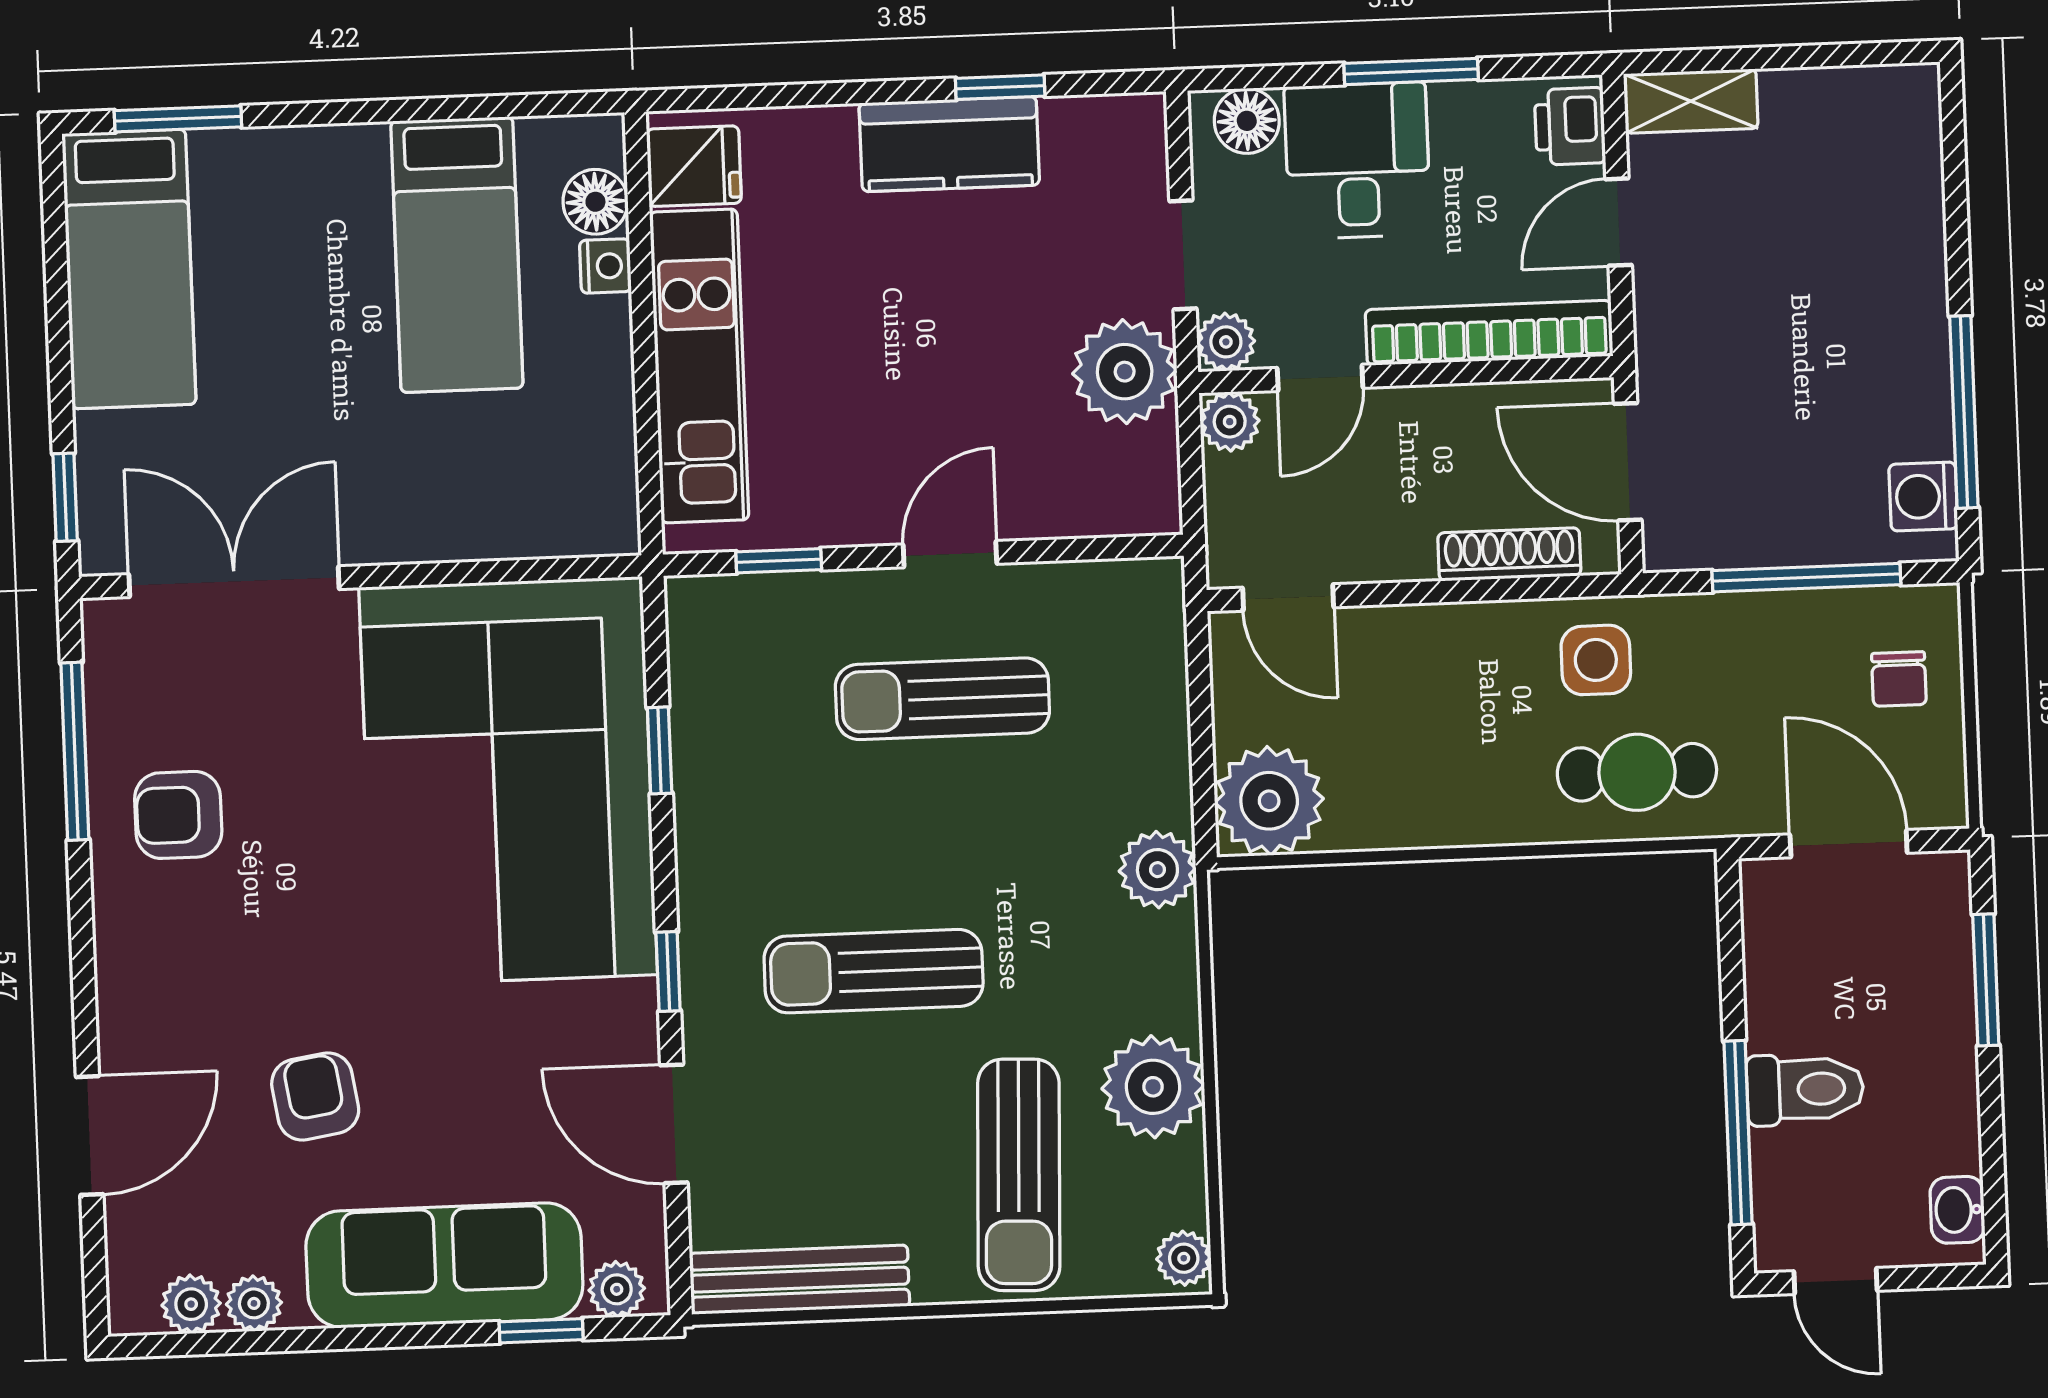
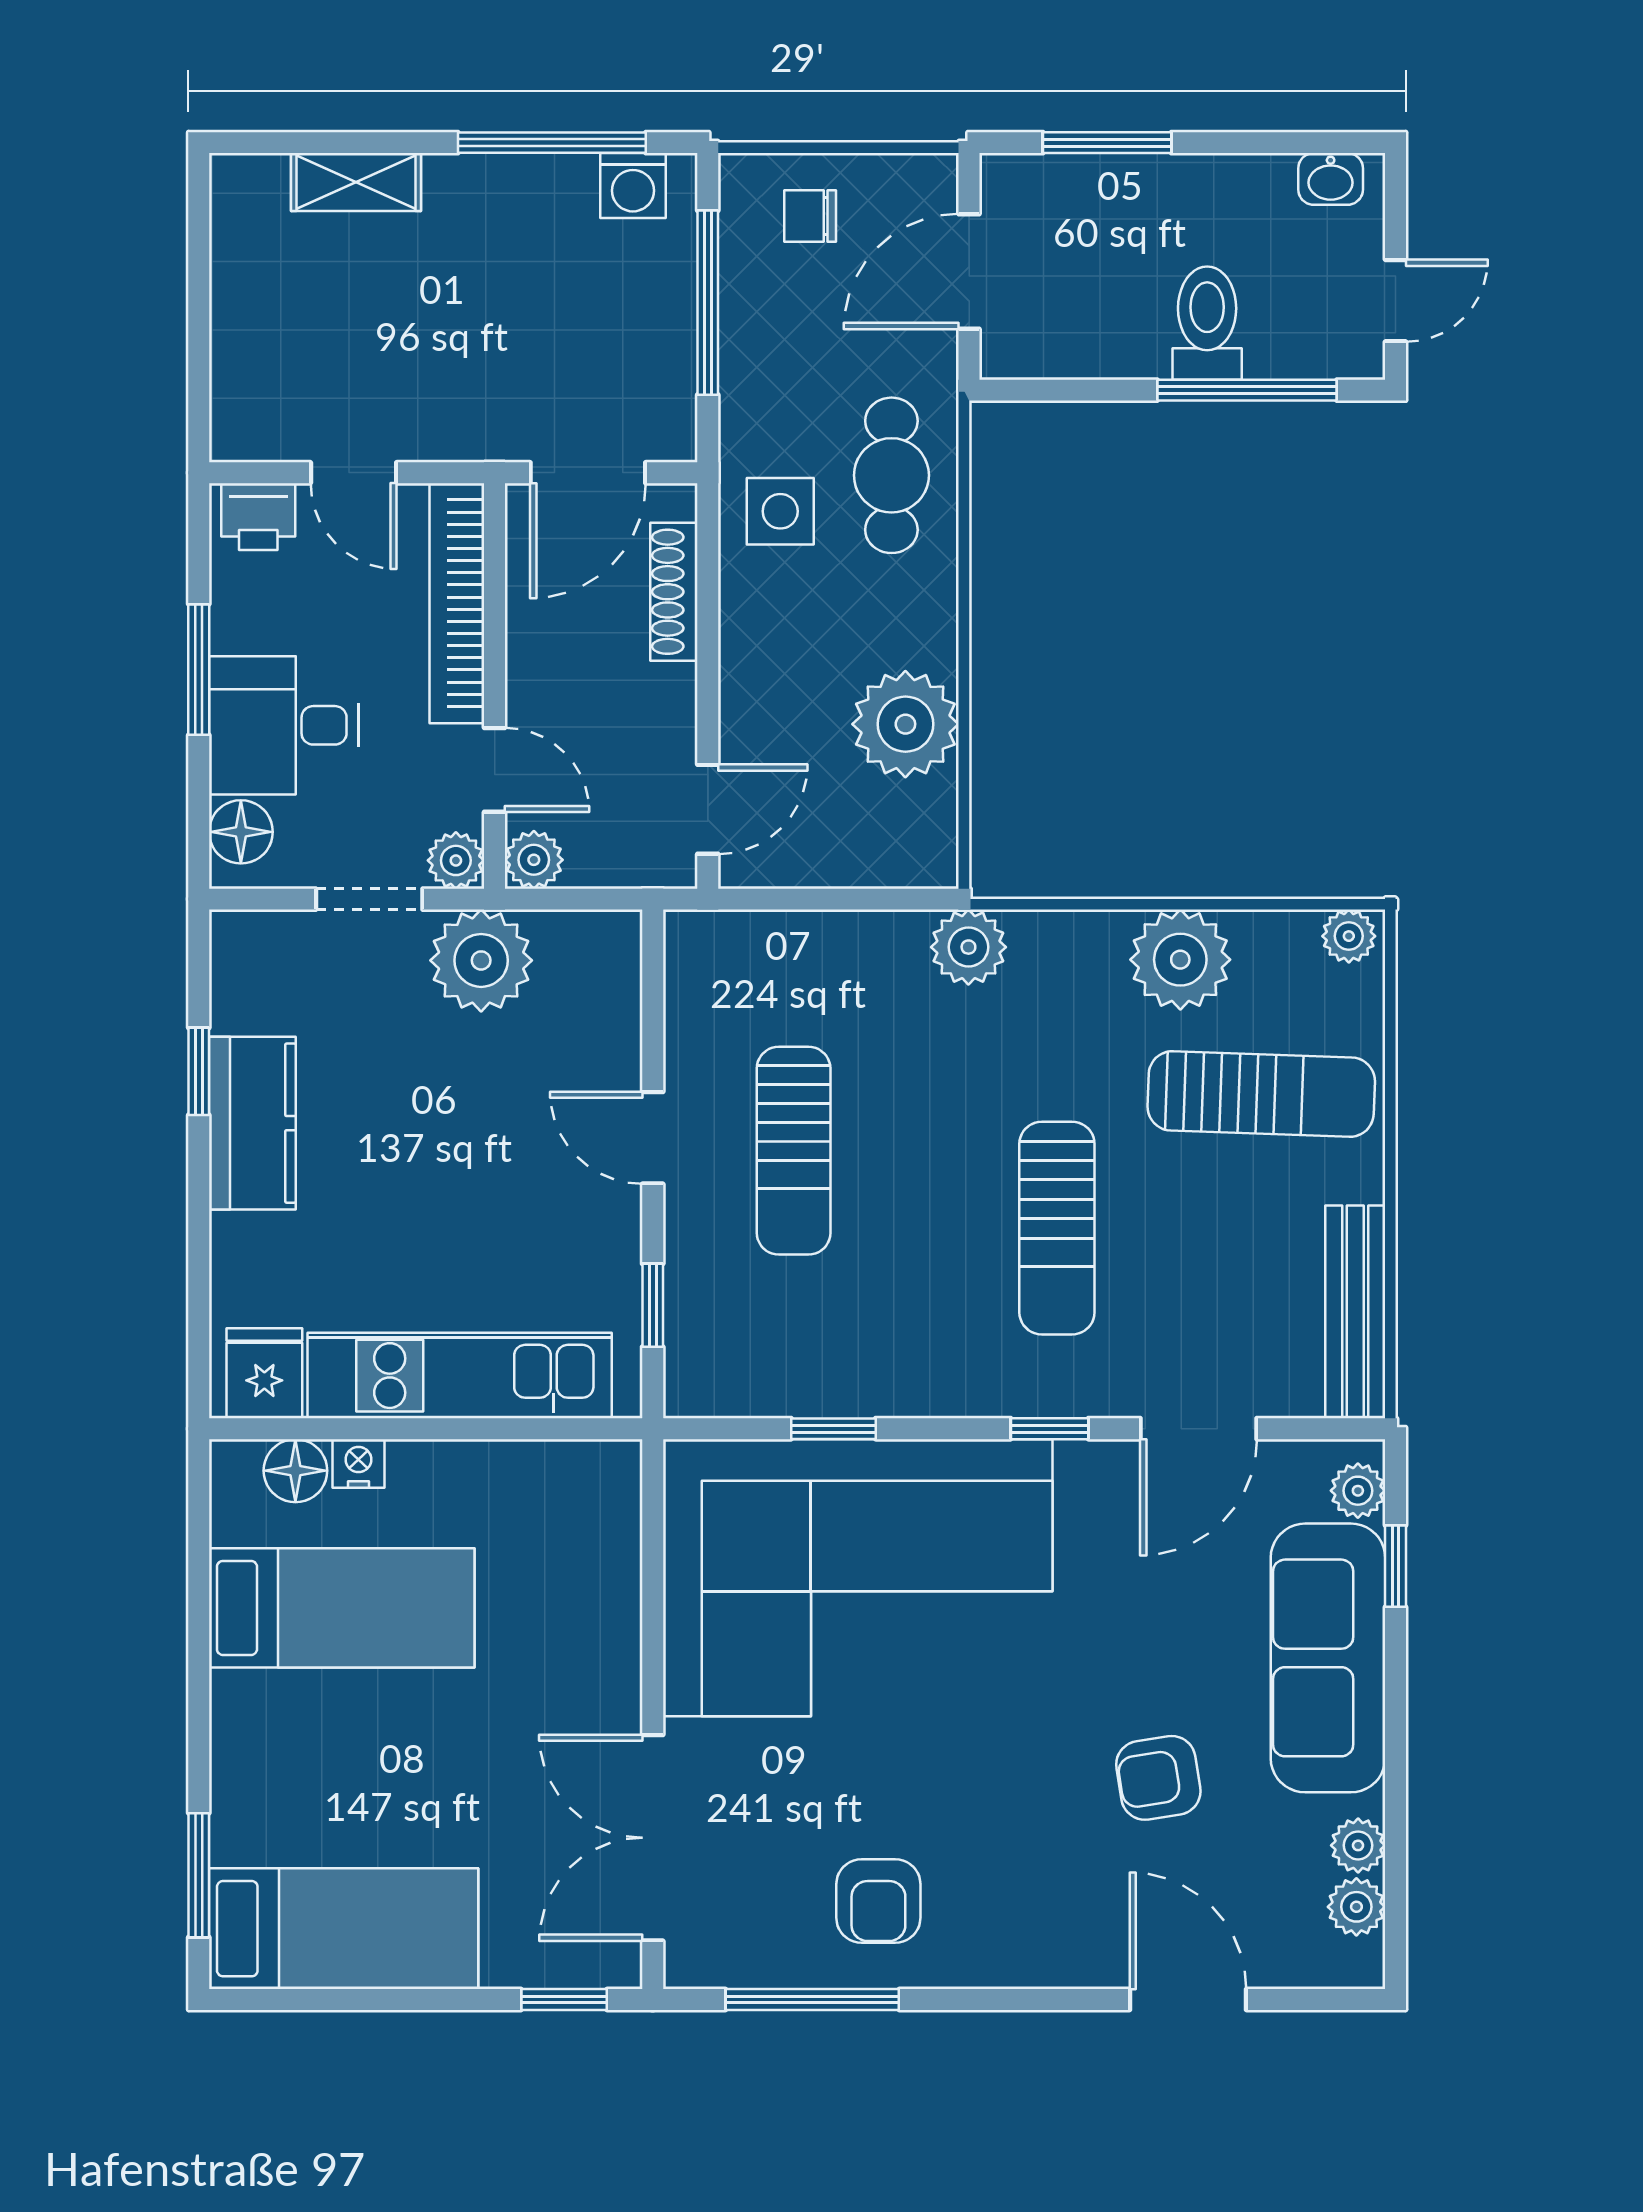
shelving: (1691, 101) -> (356, 182), moved, turned 90
chair: (1899, 679) -> (810, 216), turned 180
plant: (1269, 801) -> (905, 724), moved

